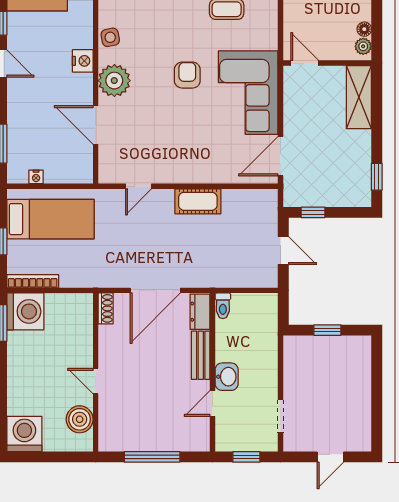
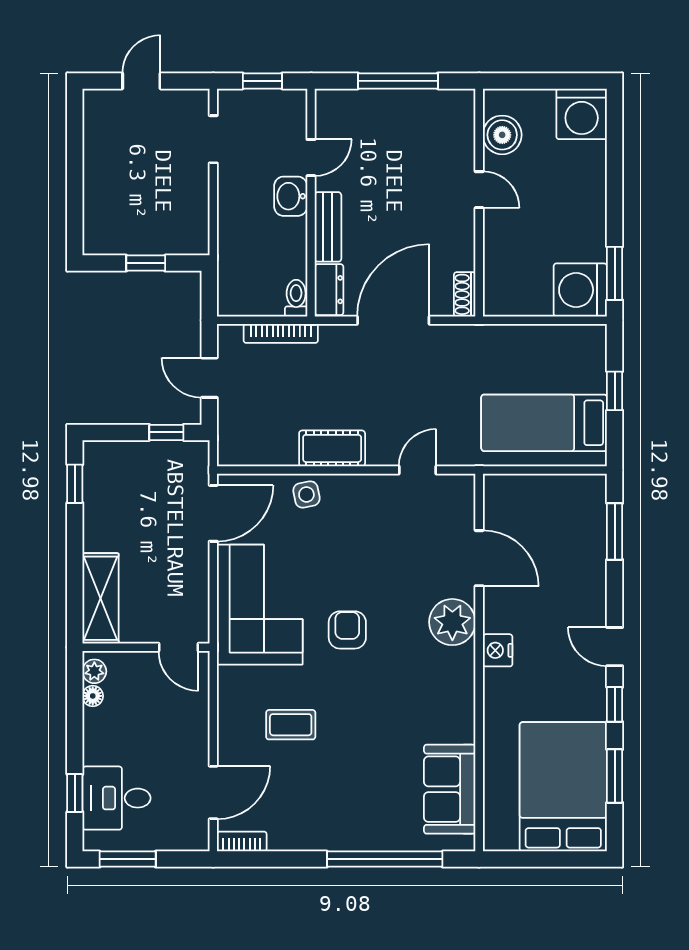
side table: (110, 37) -> (306, 494), moved
armchair: (187, 75) -> (347, 630), turned 180
nightstand: (36, 177) -> (565, 483), removed
bookcase: (33, 281) -> (281, 333), moved

